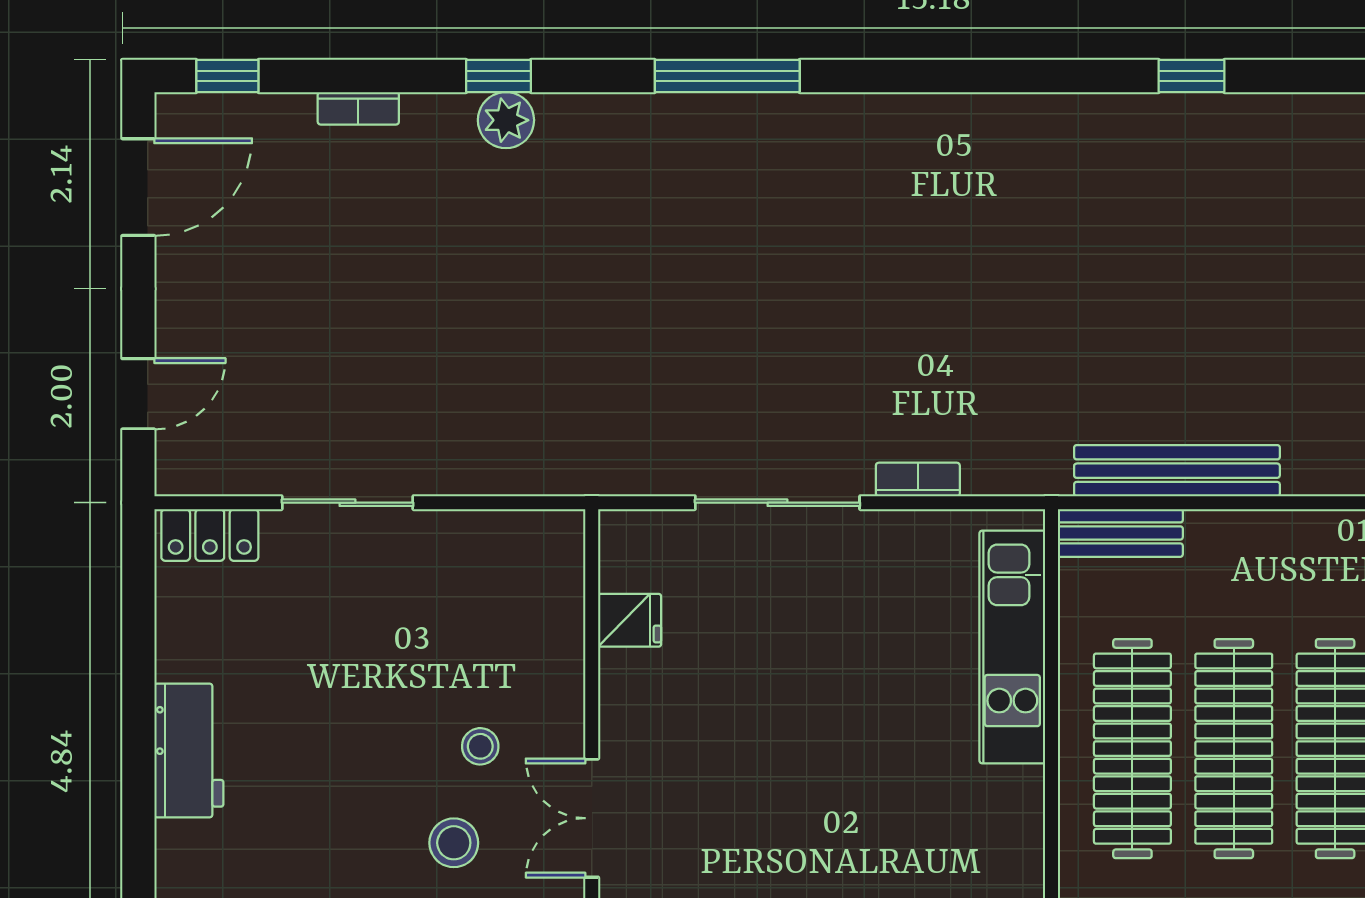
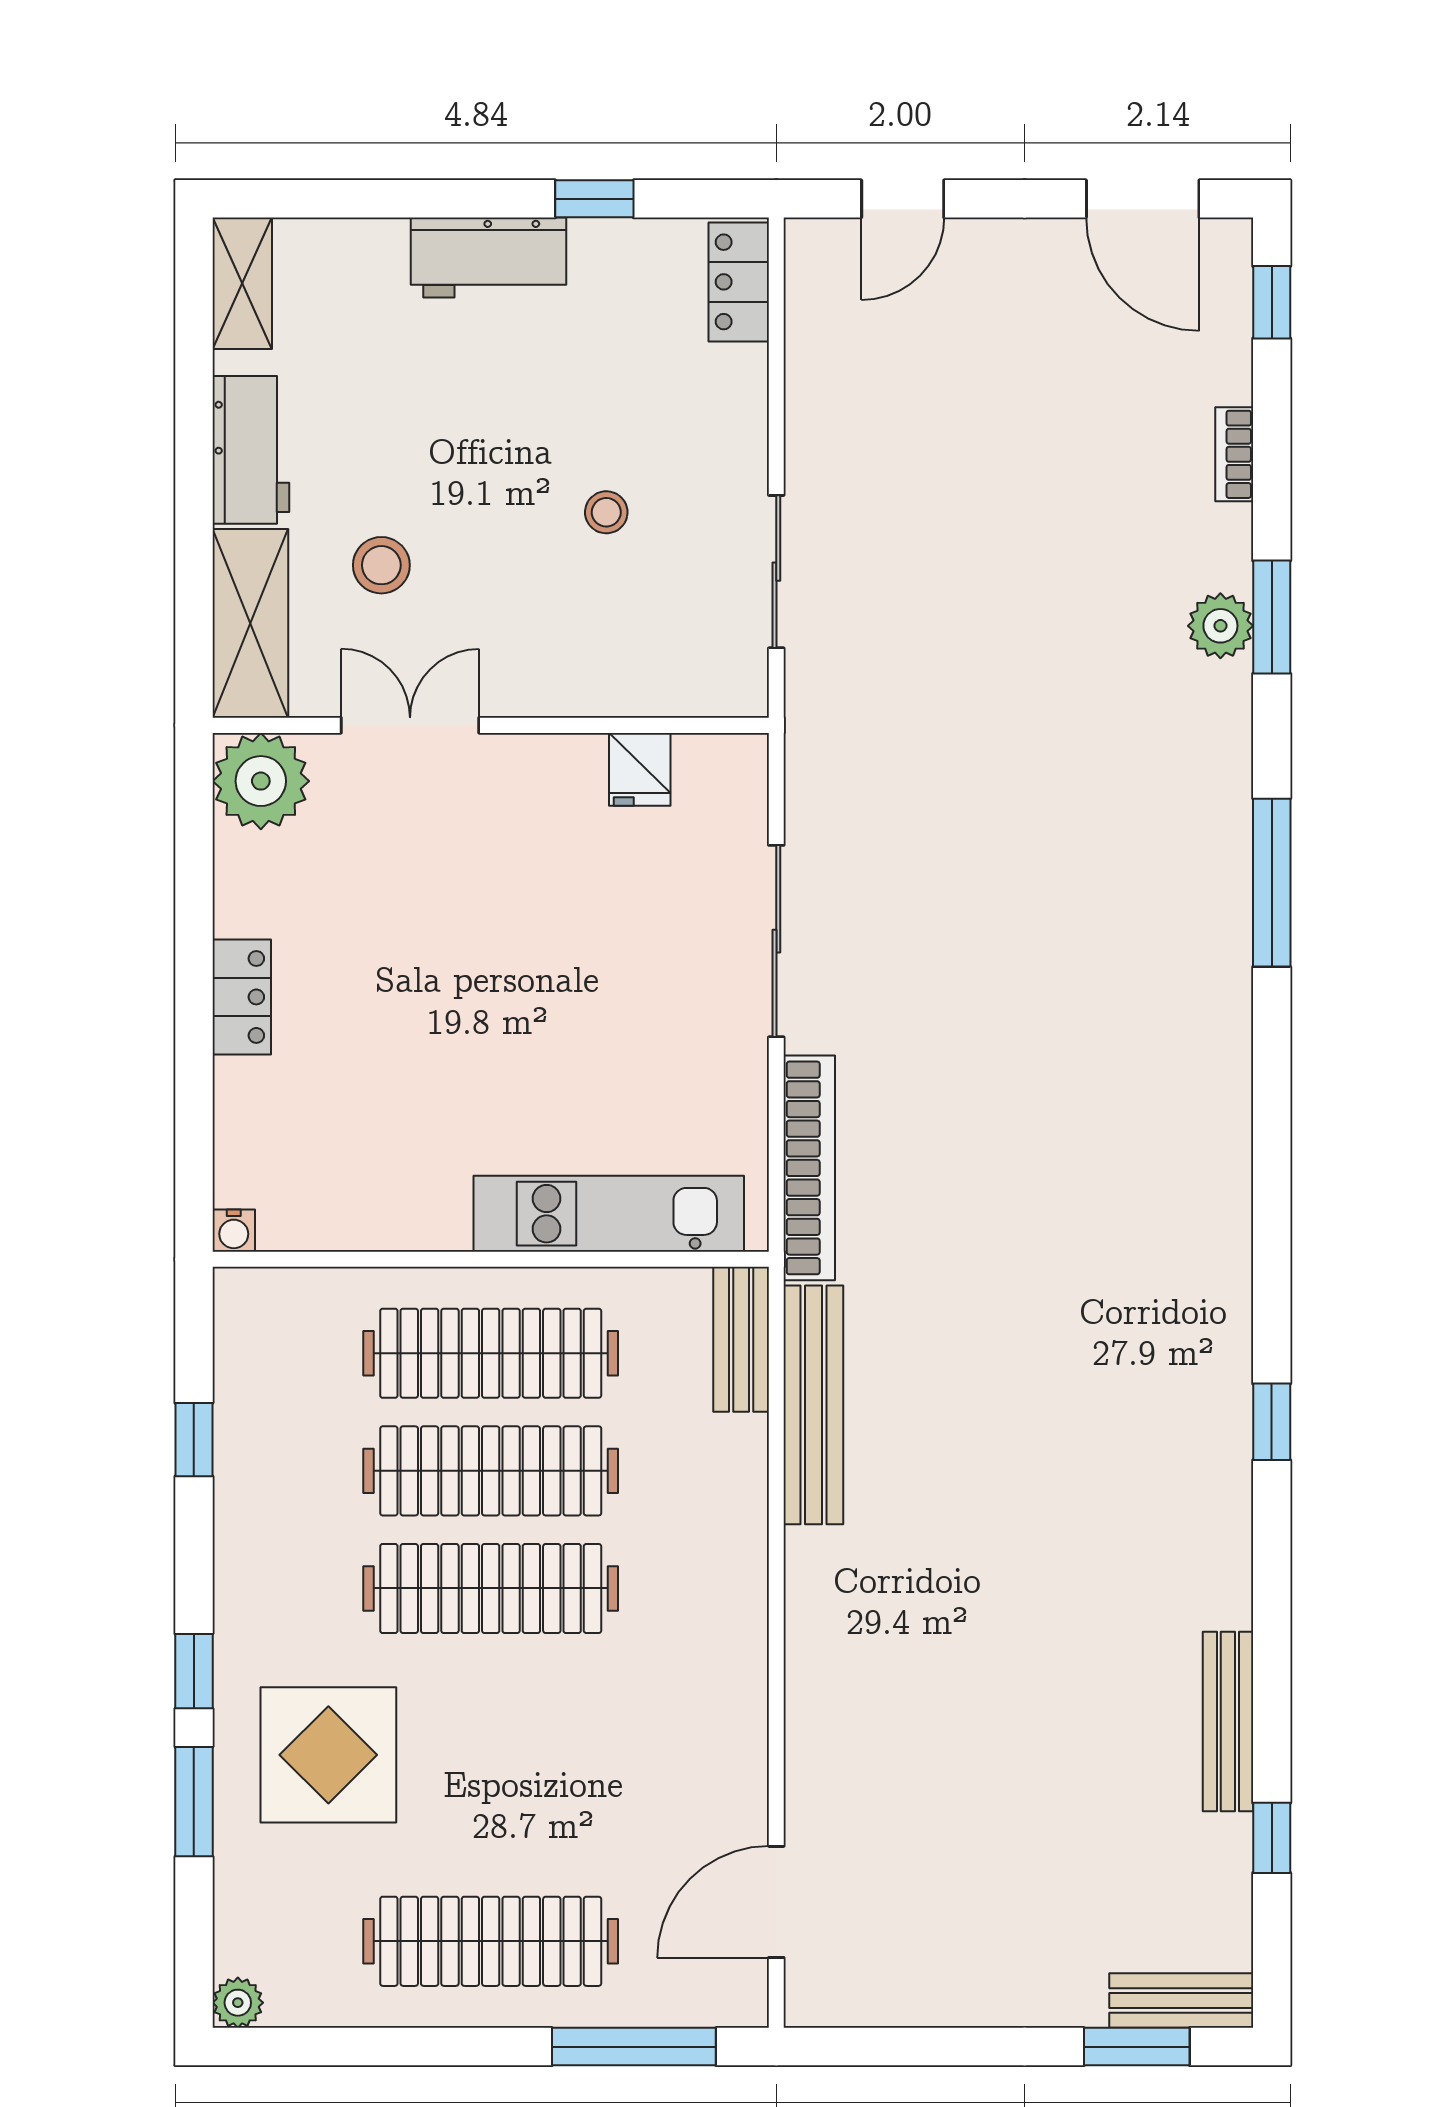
window: (499, 76) -> (1272, 617), width x1.50
door: (138, 394) -> (903, 199), hinge flipped
bookcase: (918, 479) -> (809, 1168), width x2.31, depth x1.31
sliding door: (347, 503) -> (776, 572), moved
window: (138, 659) -> (594, 199), added
stool: (480, 746) -> (606, 512), moved

